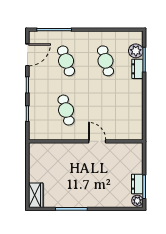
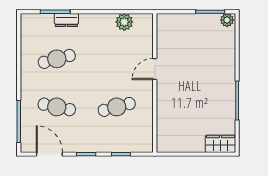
plant: (136, 51) -> (124, 22), moved
cafe table: (66, 61) -> (57, 107), turned 30
dresser: (137, 184) -> (207, 20), removed

